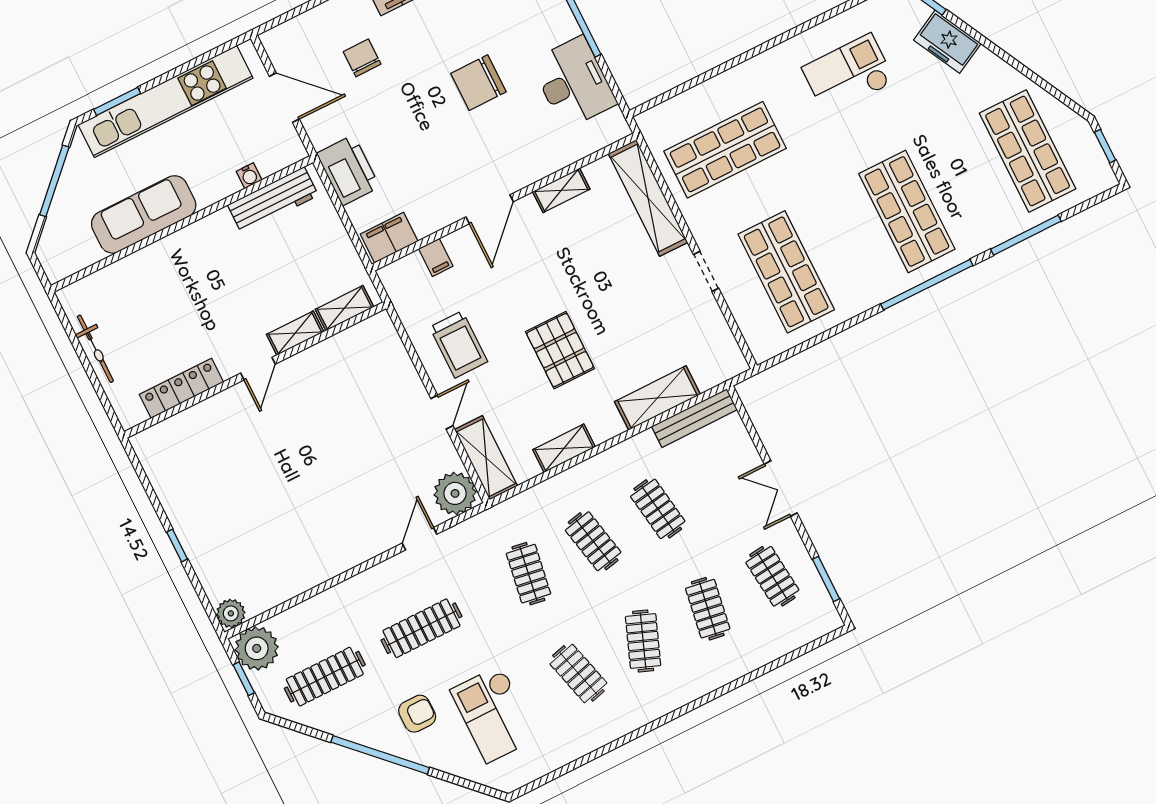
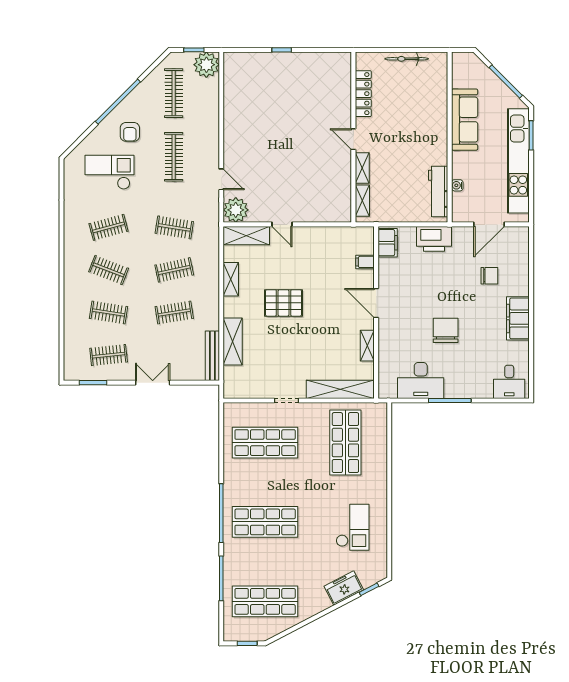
trolley: (459, 344) -> (313, 251), removed
plant: (231, 613) -> (232, 60), removed

